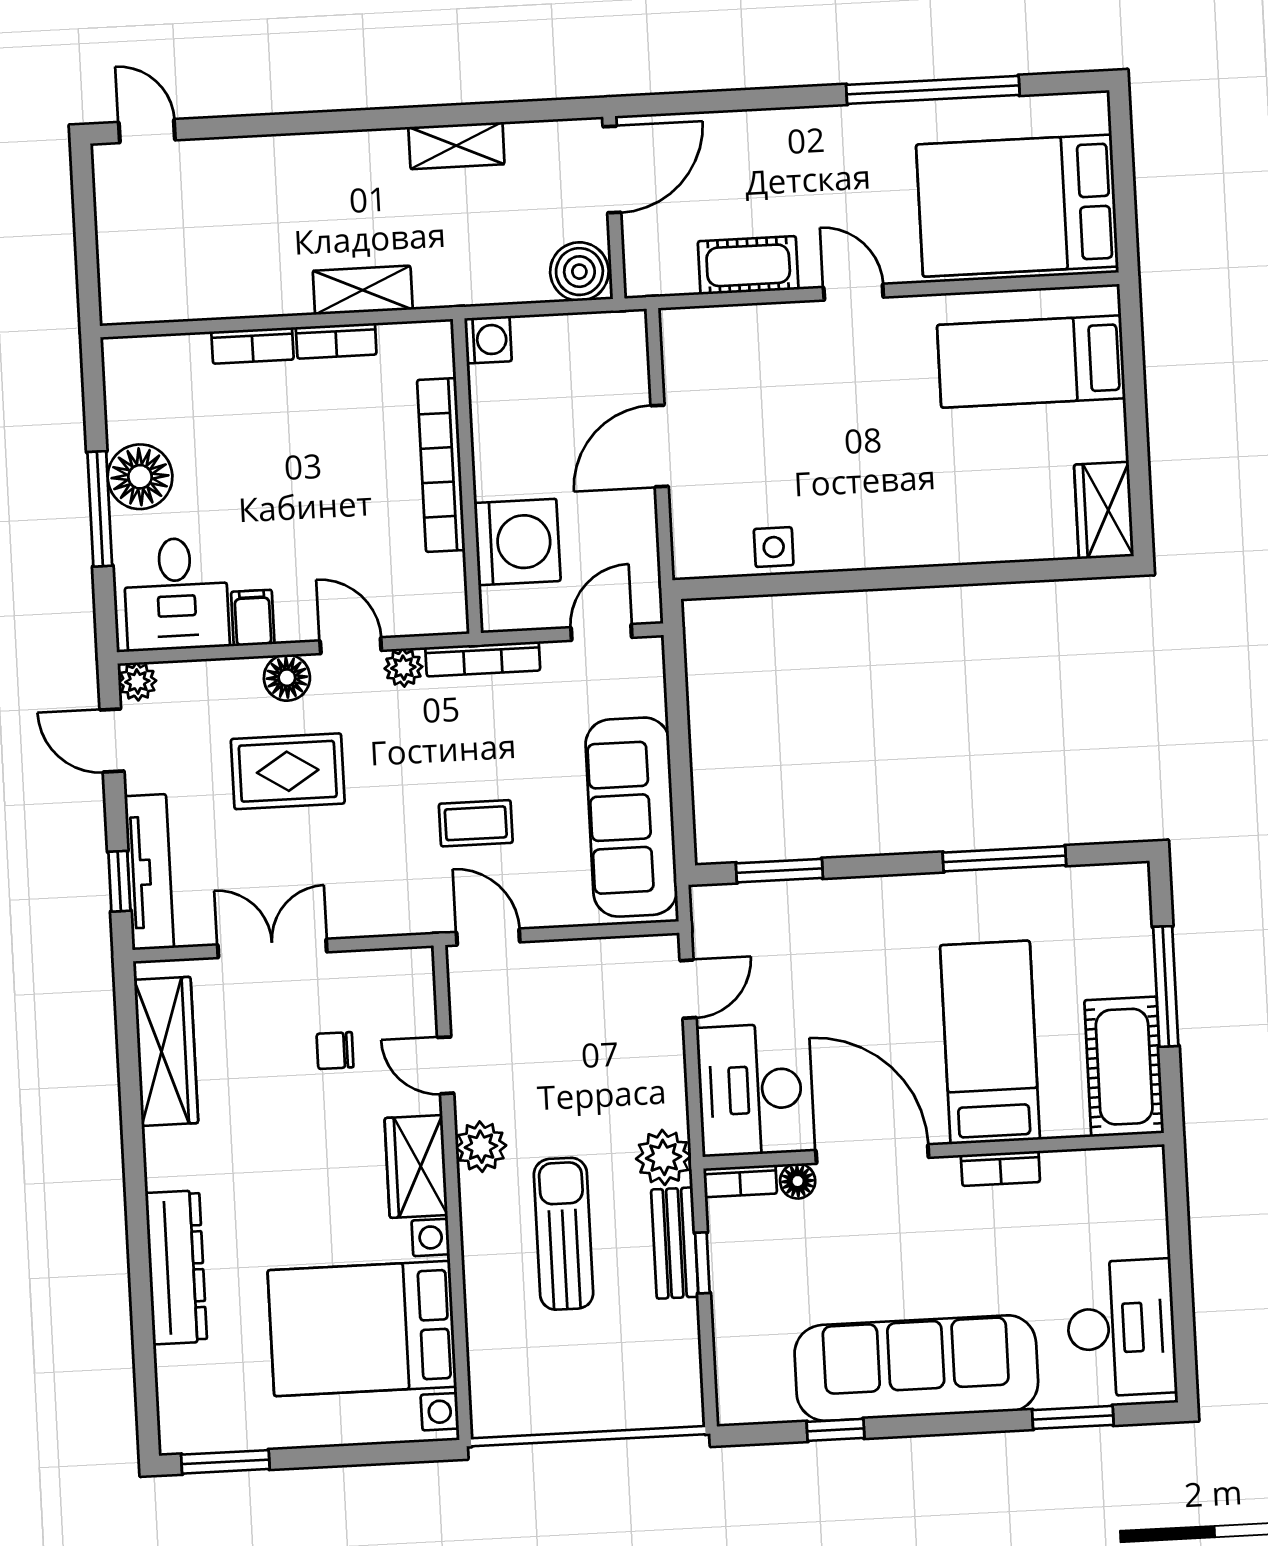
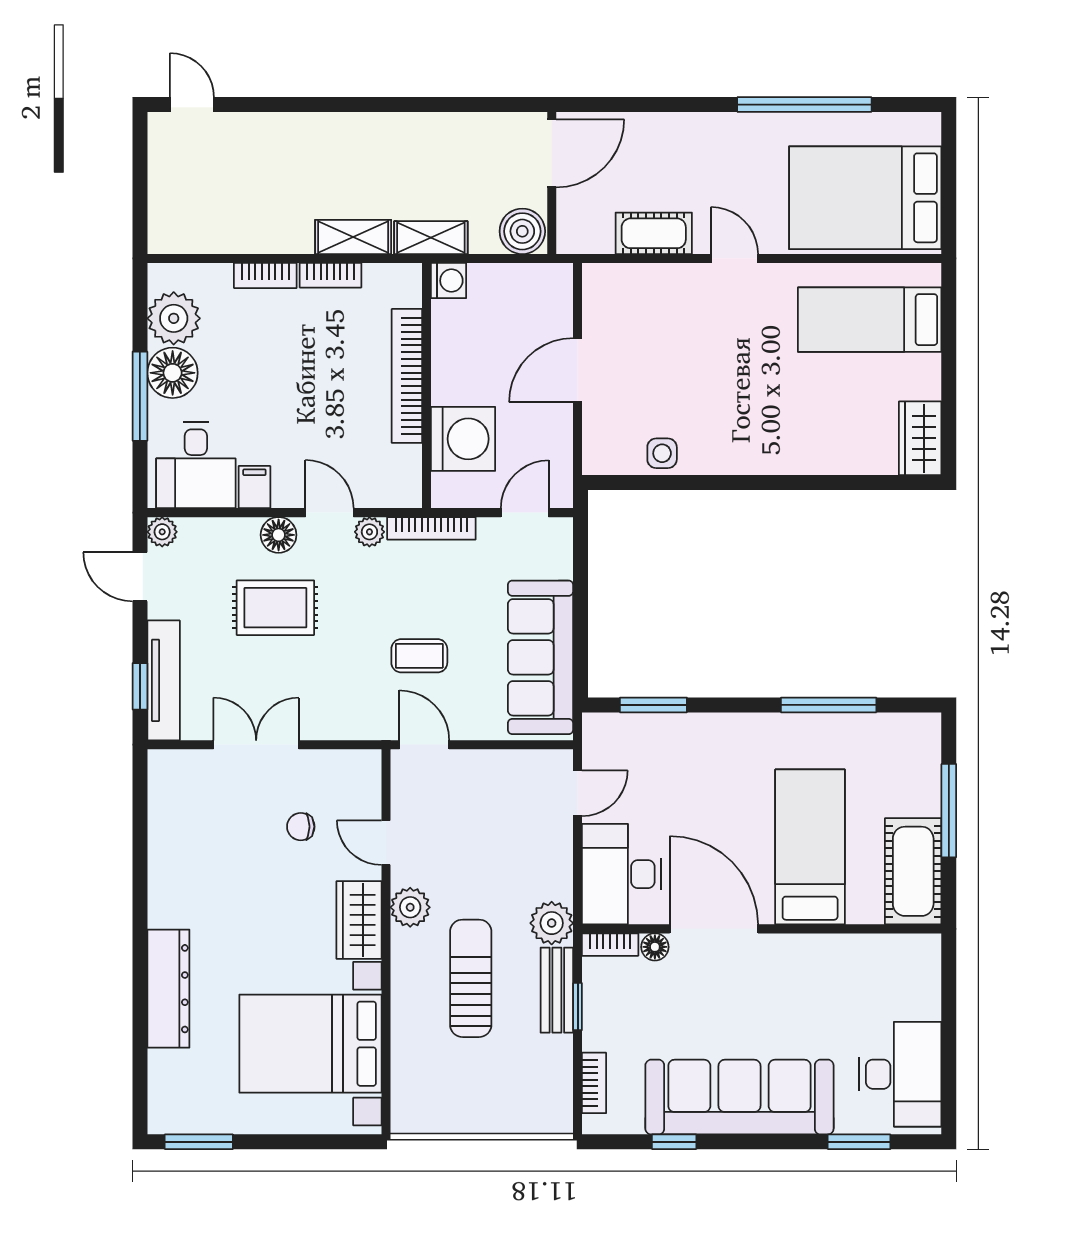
shelving: (456, 146) -> (431, 238), moved
plant: (138, 407) -> (174, 318), added
wardrobe: (166, 1051) -> (169, 820), removed
bookcase: (1000, 1168) -> (594, 1083), moved, turned -90

